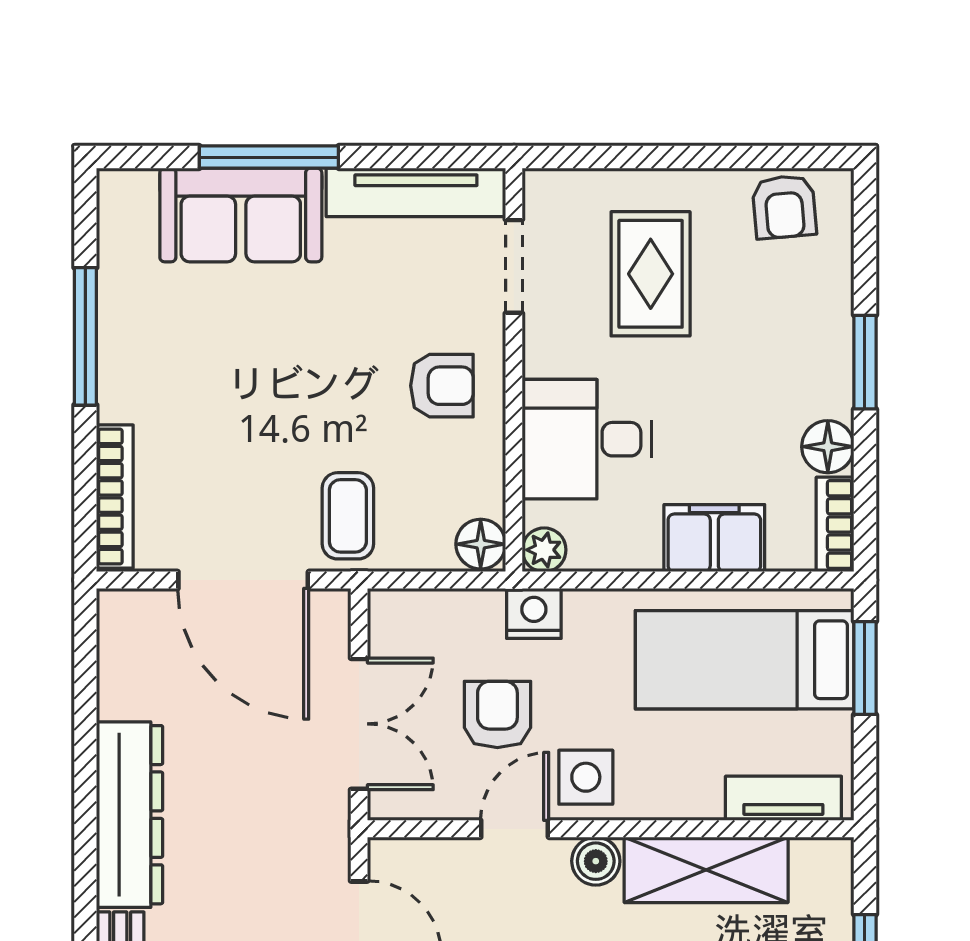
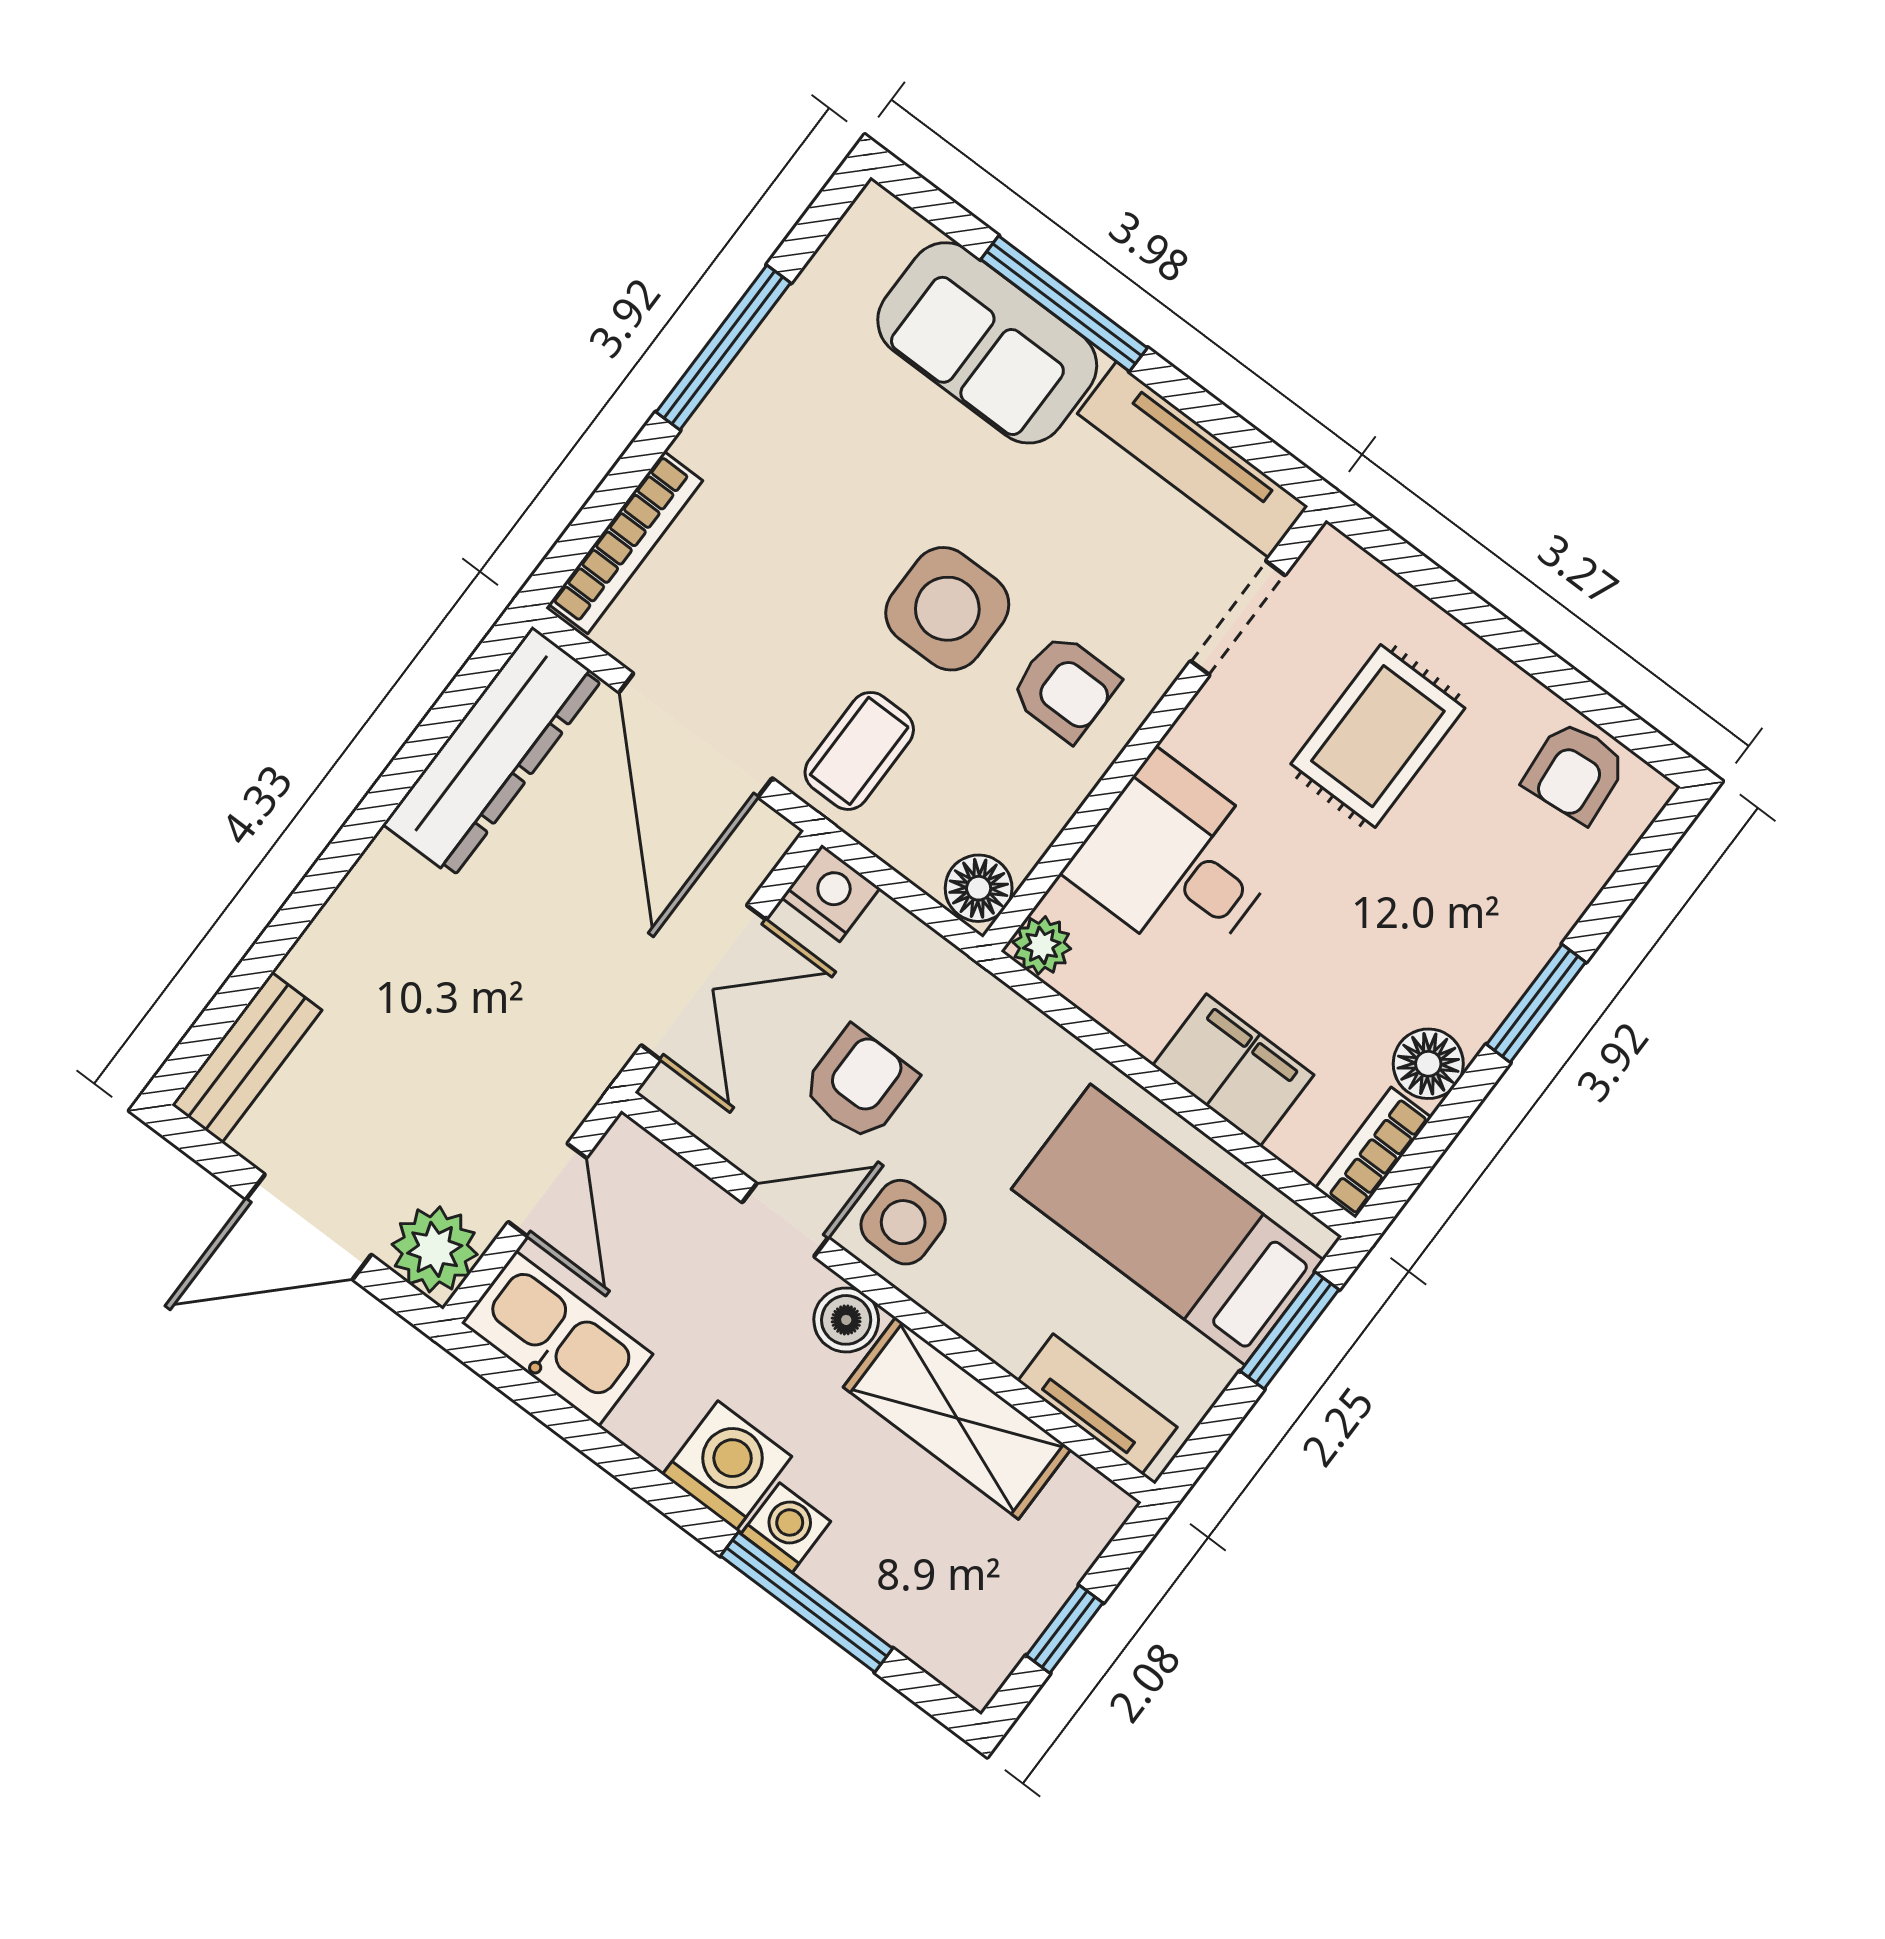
side table: (336, 391) -> (947, 609), added
nightstand: (534, 613) -> (831, 893), moved
dresser: (130, 815) -> (493, 752), moved

